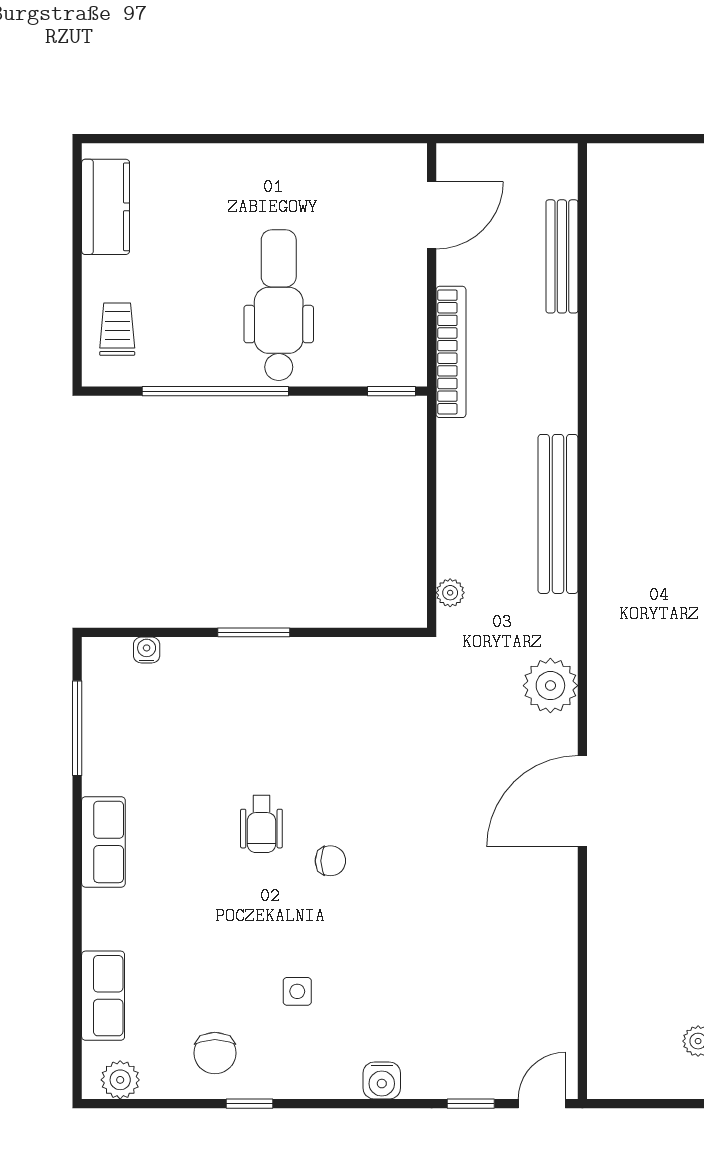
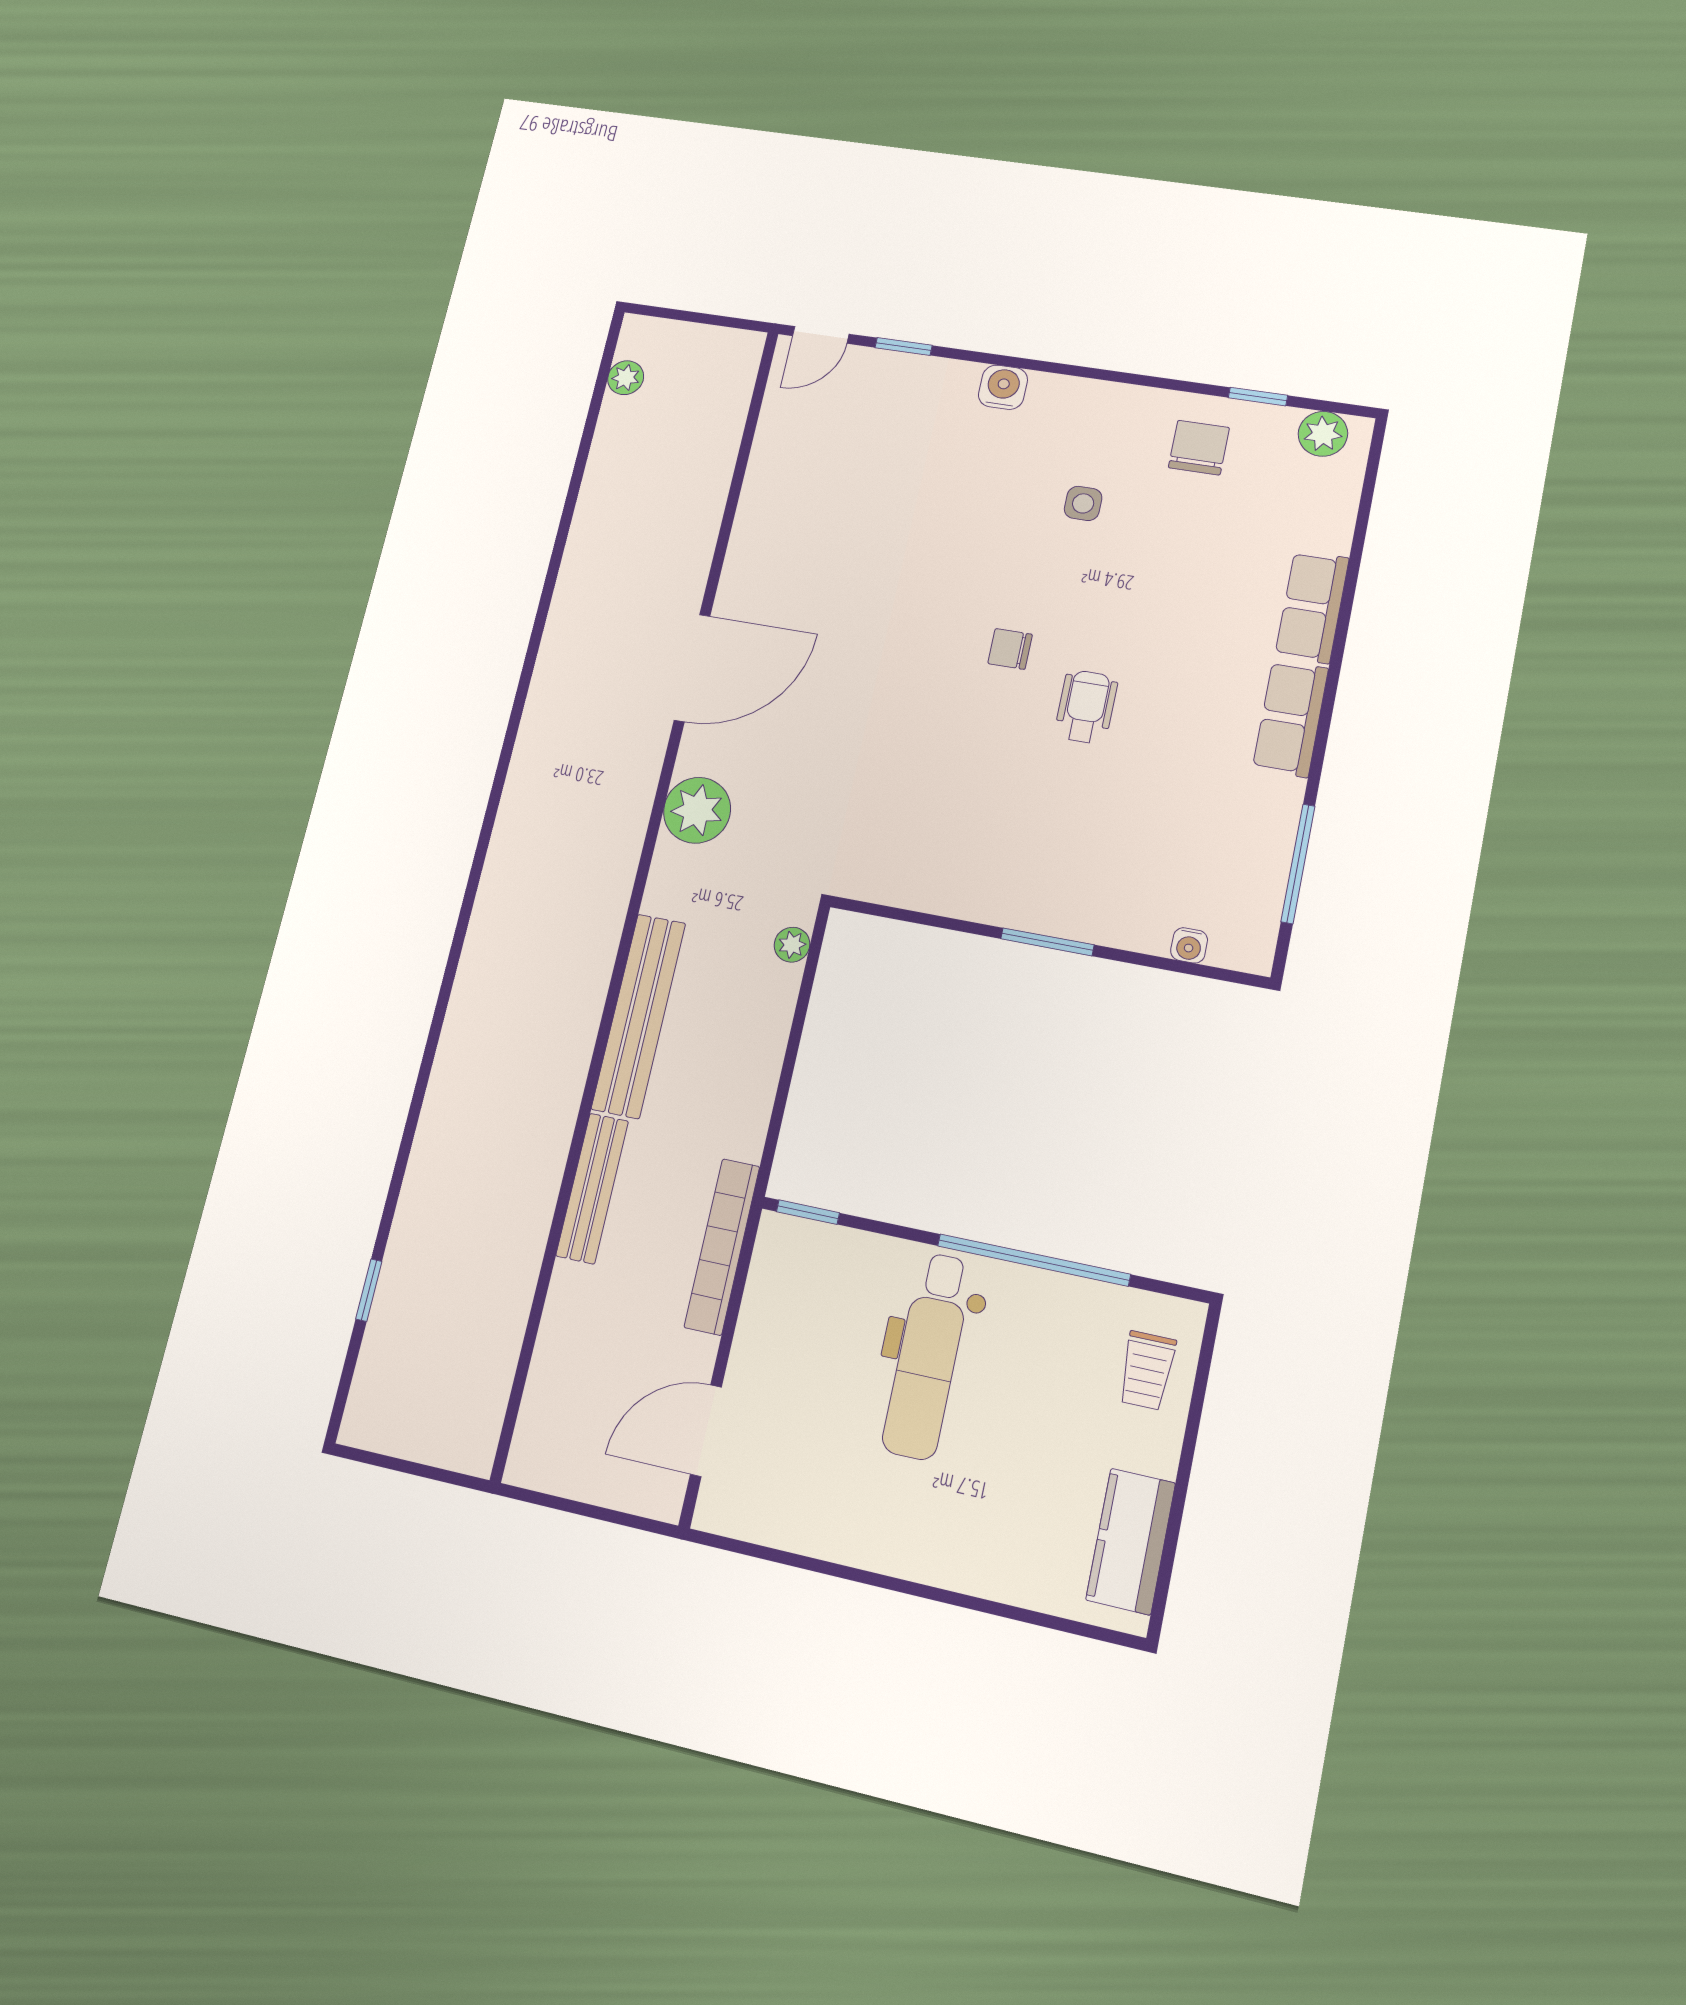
bench: (562, 256) -> (592, 1188), moved
row of seats: (103, 996) -> (1312, 607), moved
window: (250, 1104) -> (1258, 396), moved

